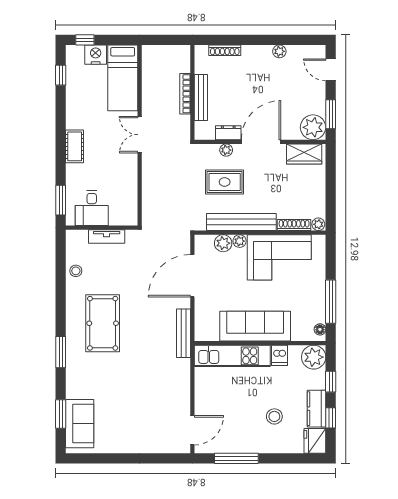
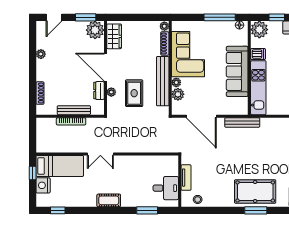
window: (85, 40) -> (33, 173), moved
desk: (92, 208) -> (166, 188), moved
wall: (102, 228) -> (180, 181), moved
tv unit: (107, 237) -> (186, 178), moved
pool table: (103, 323) -> (255, 191), moved

